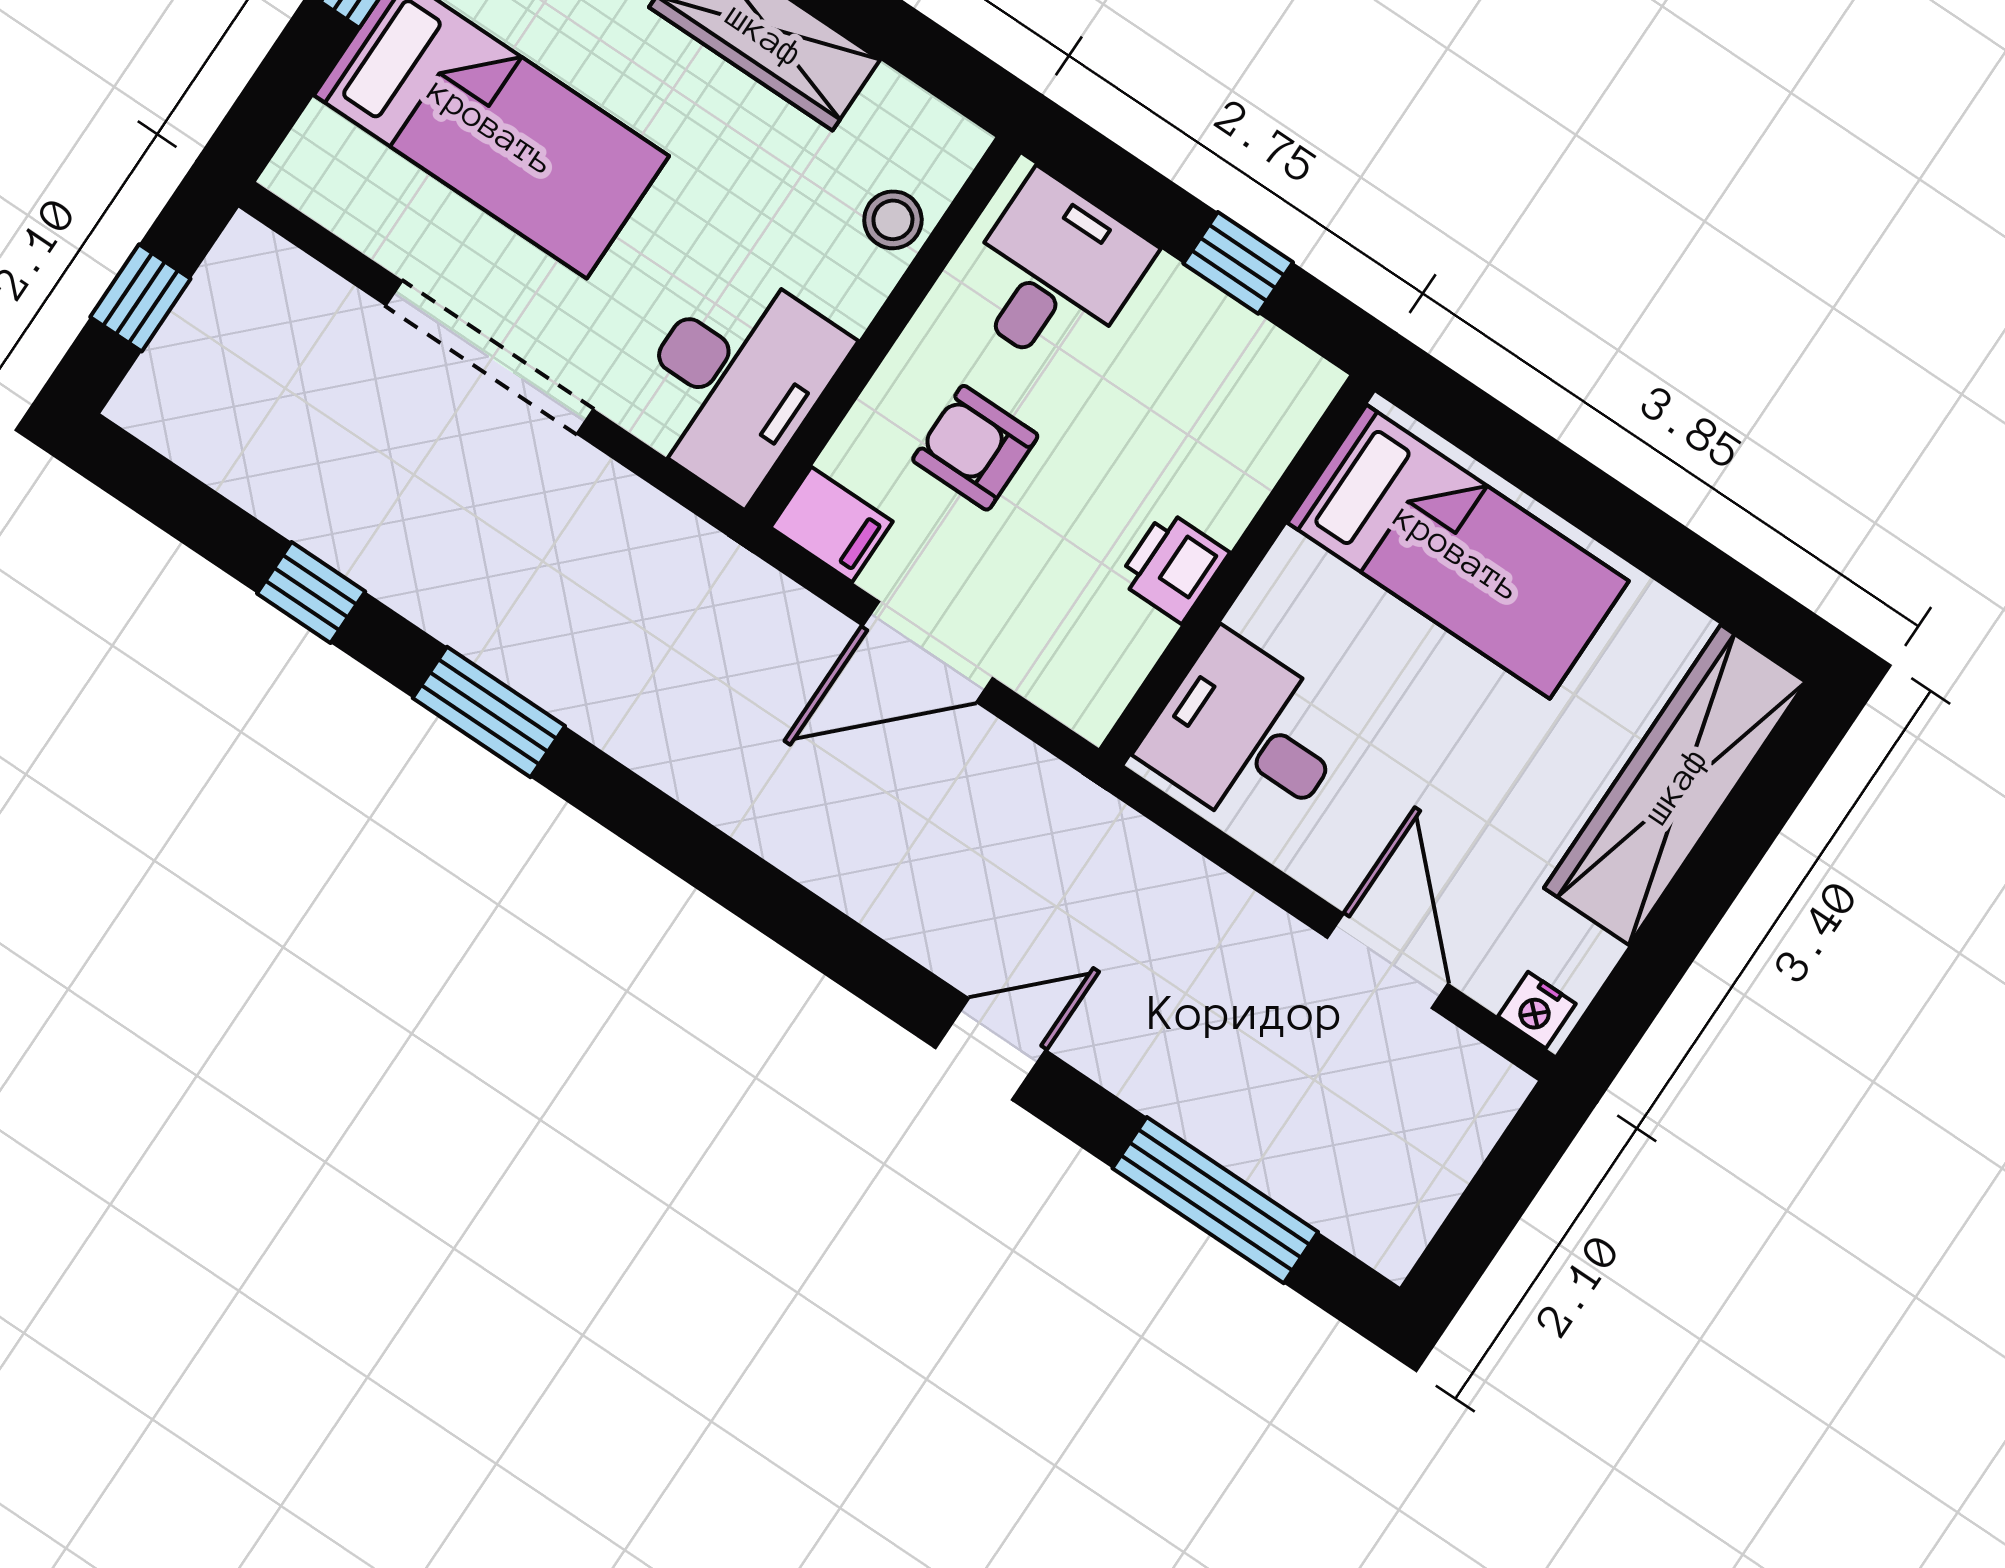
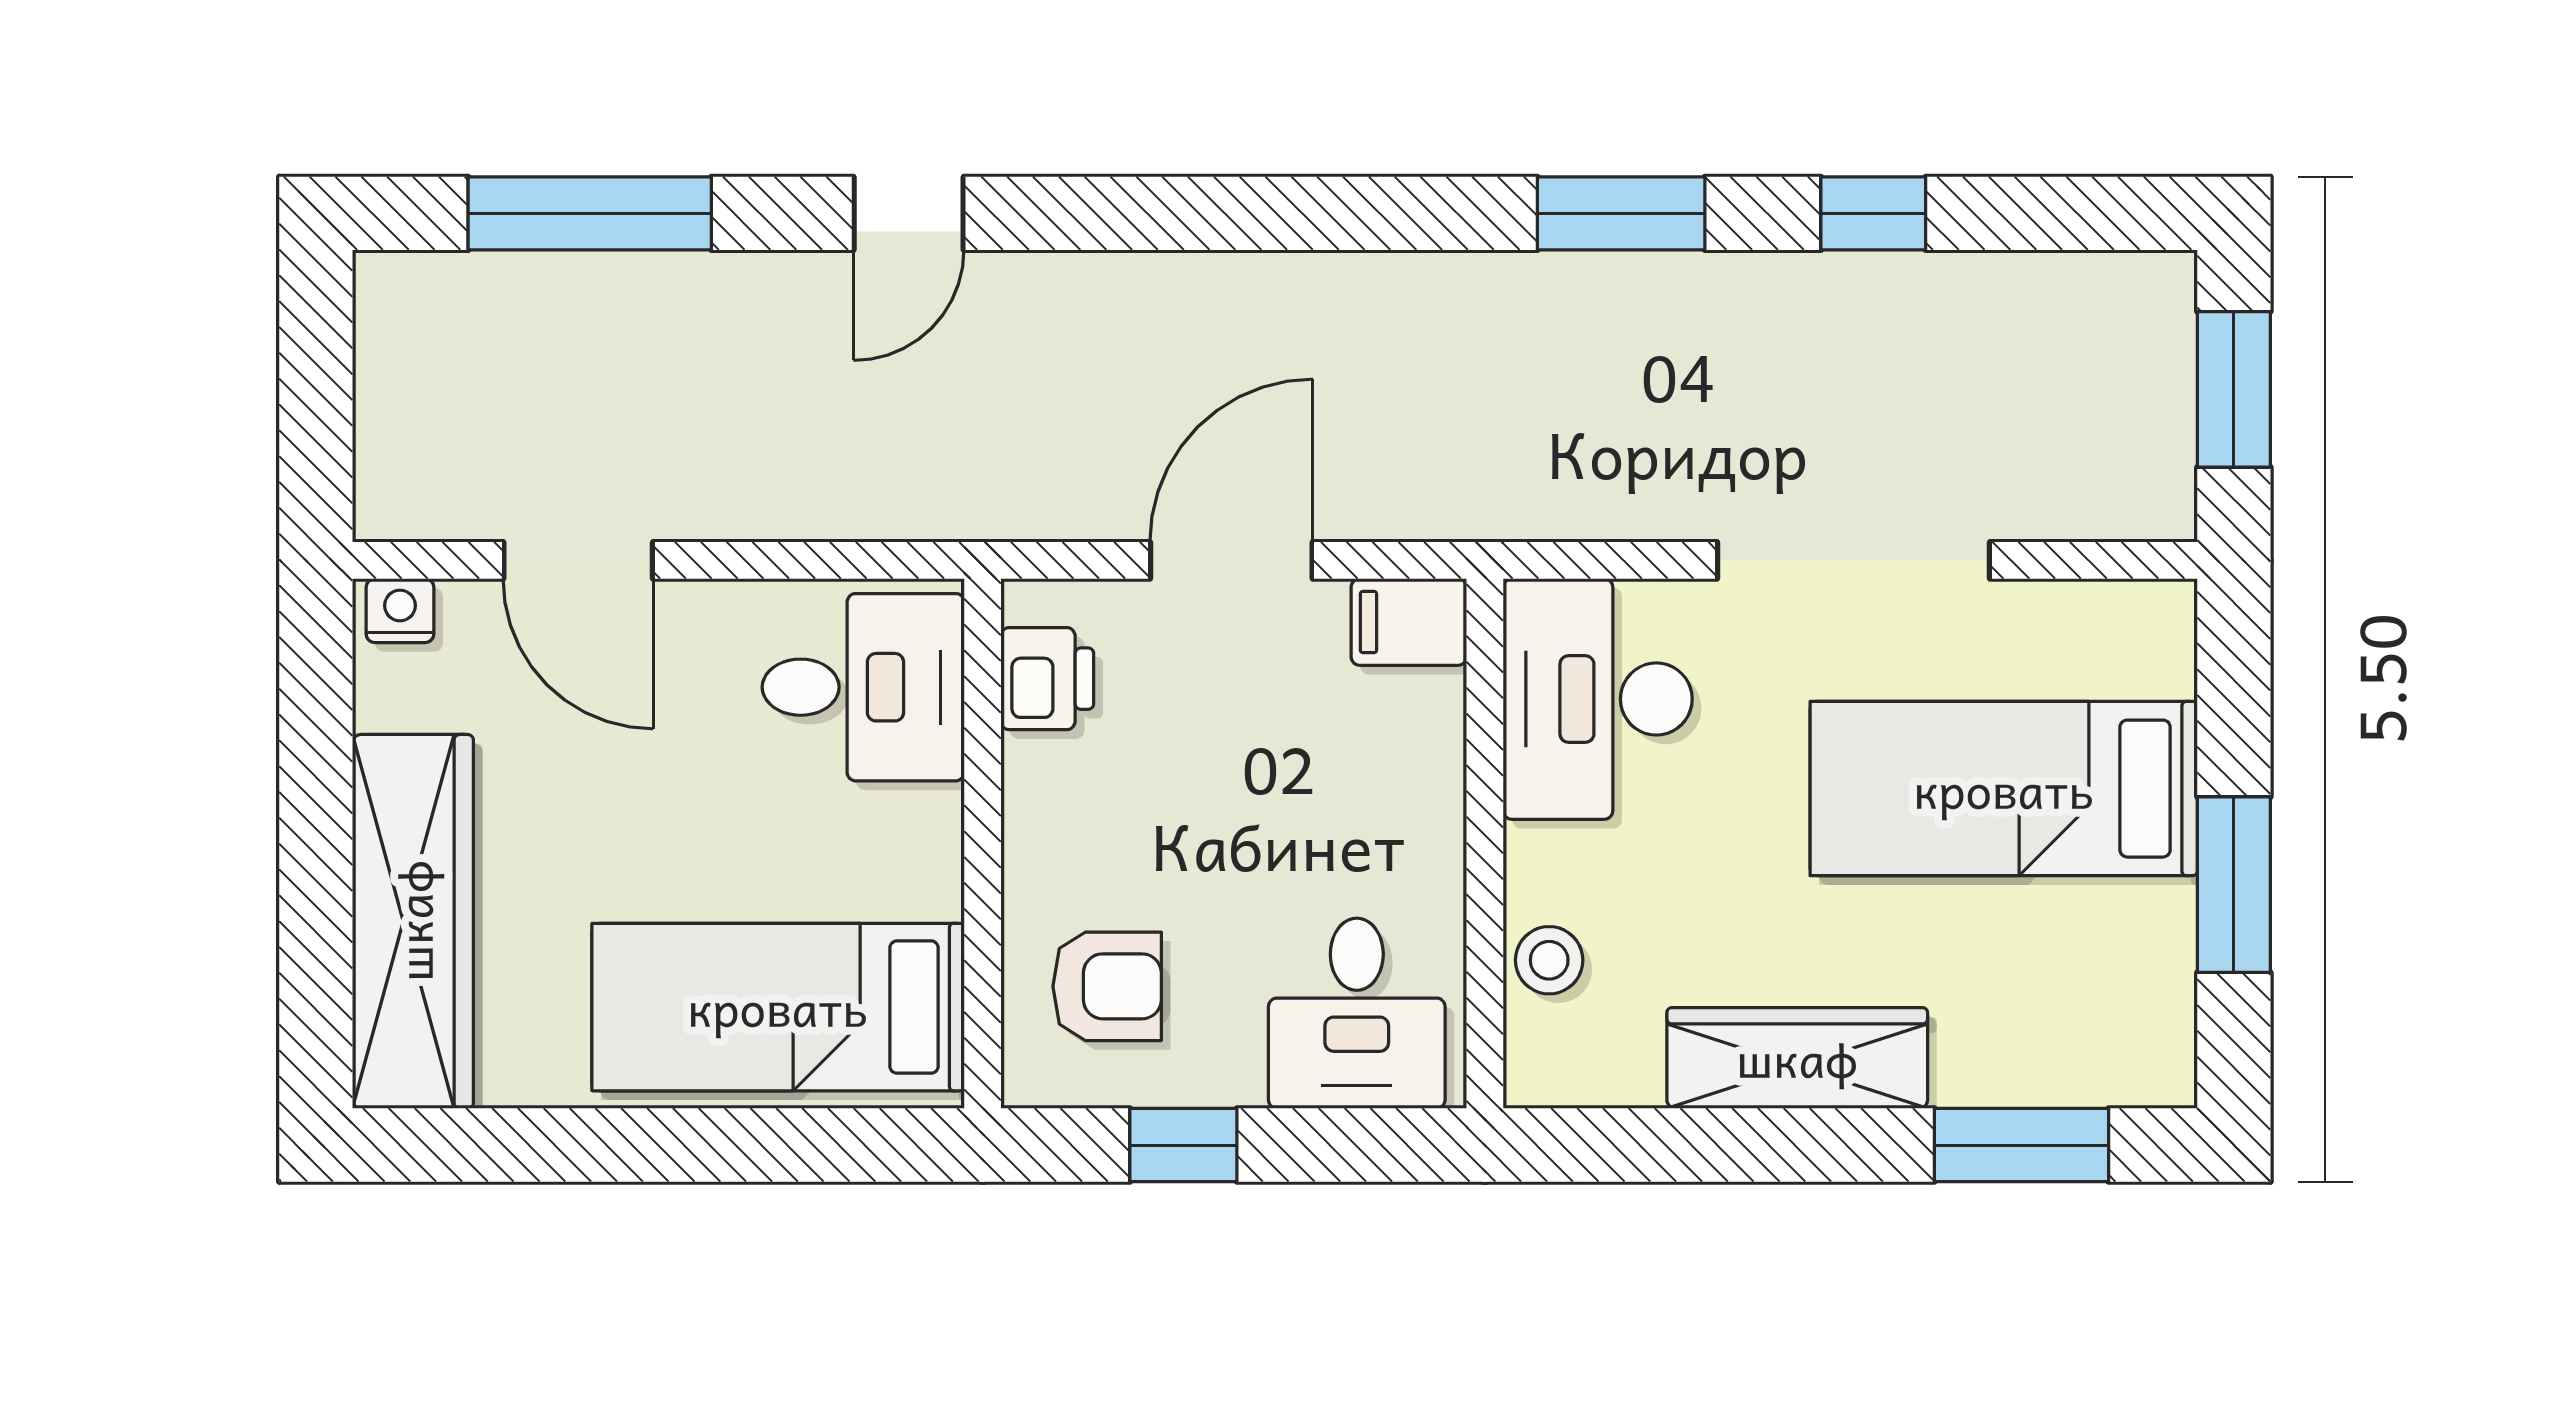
window: (140, 298) -> (2234, 389), width x1.50
armchair: (975, 448) -> (1107, 986), moved
printer: (1173, 566) -> (1047, 679), moved

